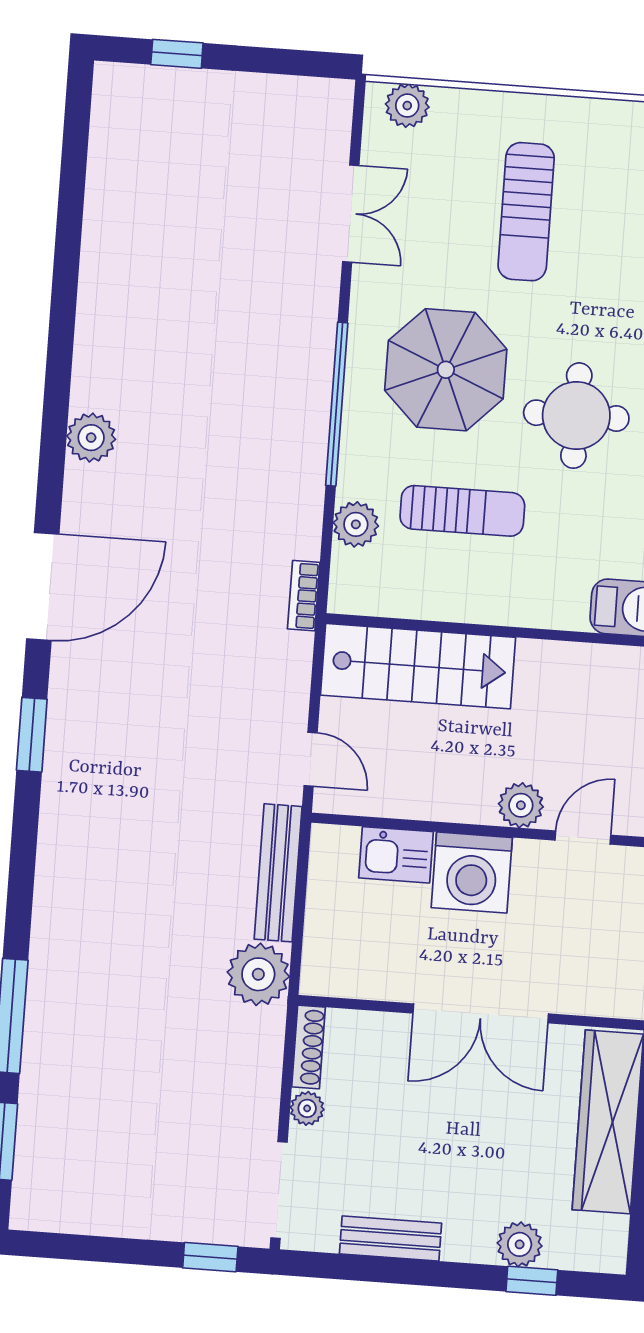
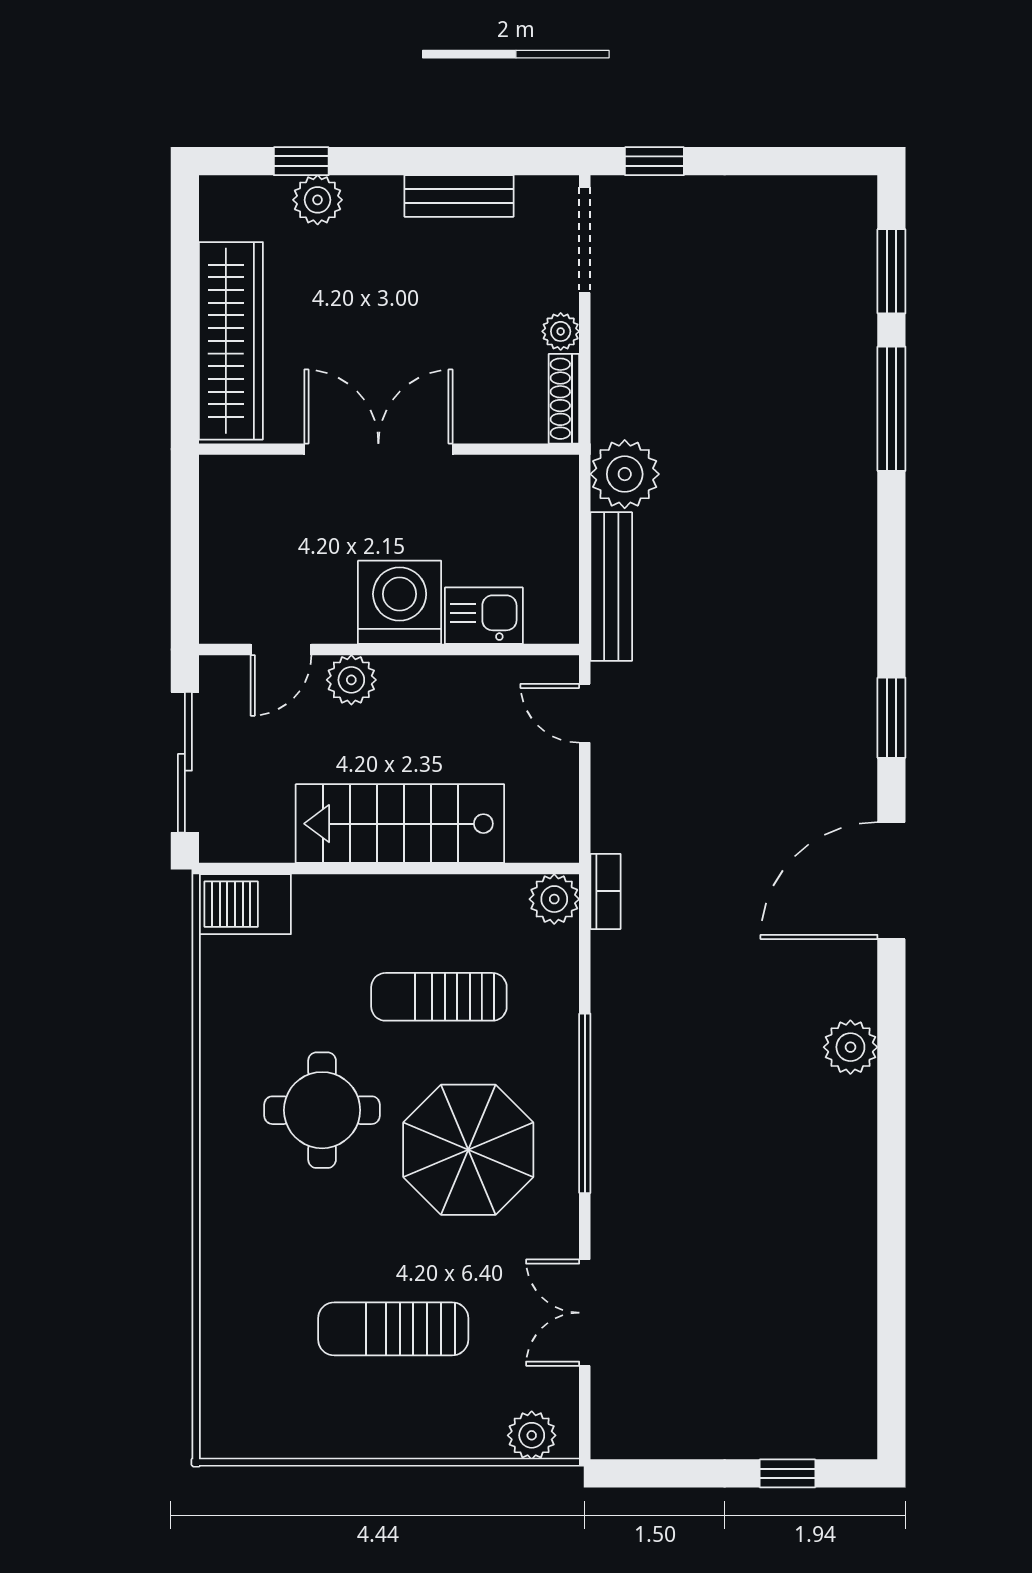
sun lounger: (526, 212) -> (393, 1329), turned -90
plant: (356, 524) -> (554, 899), moved
stairs: (418, 666) -> (400, 824), moved

